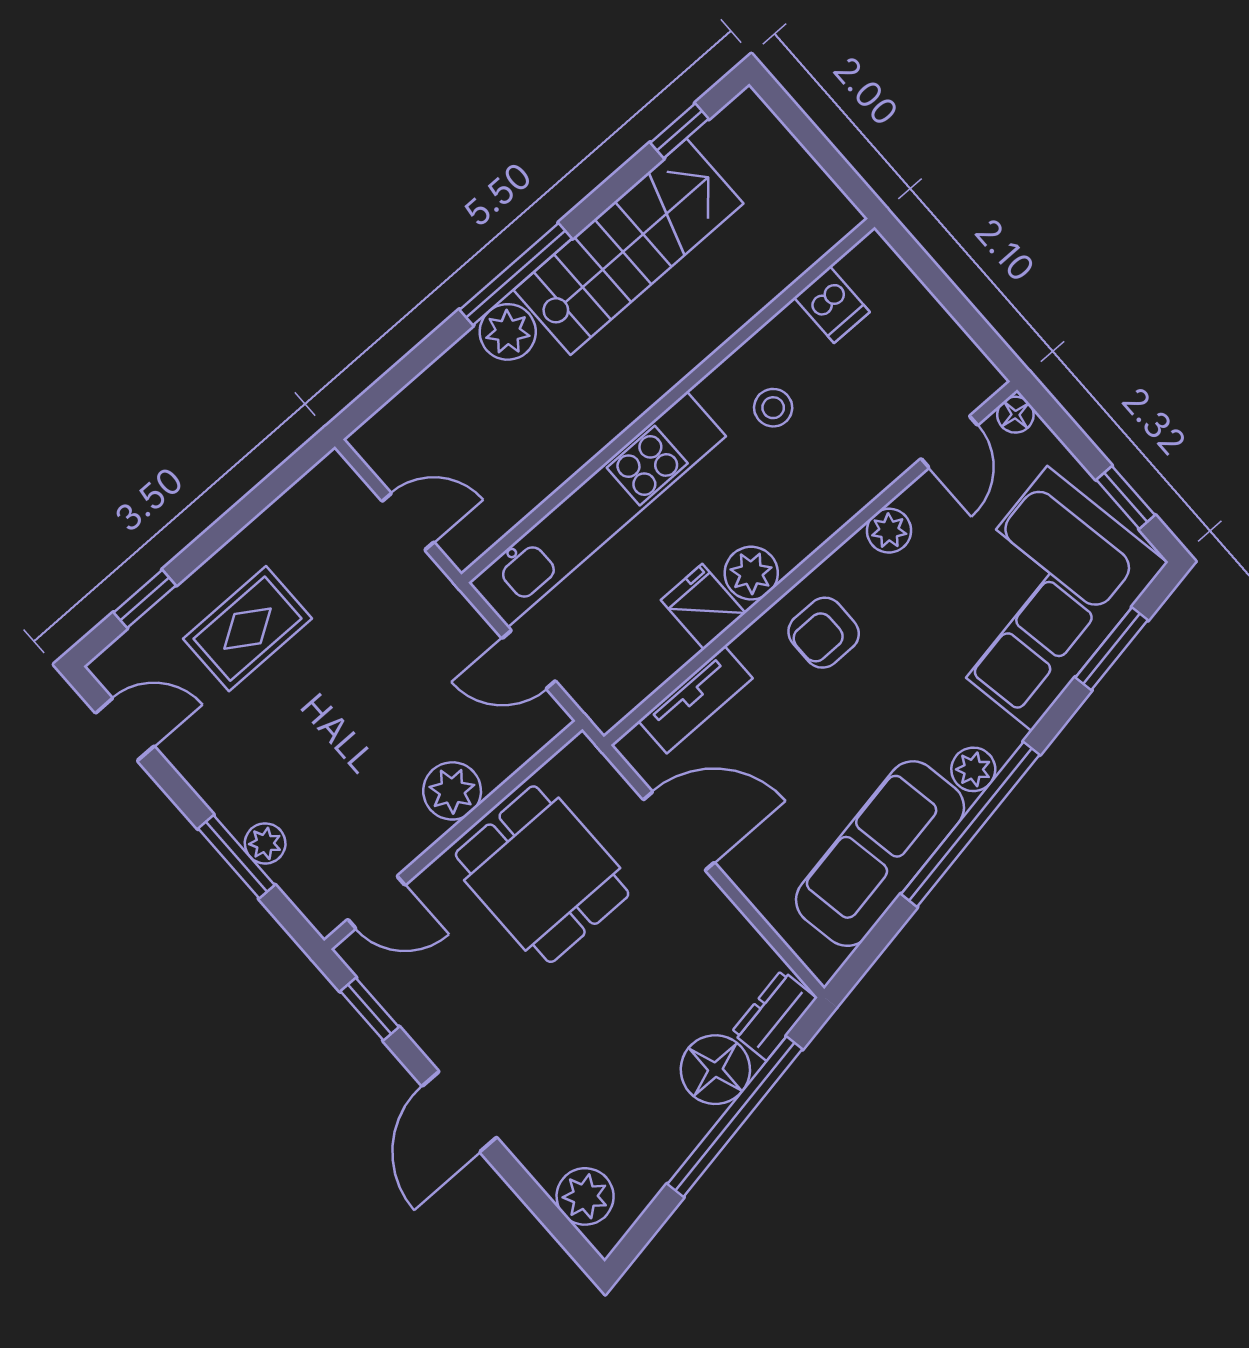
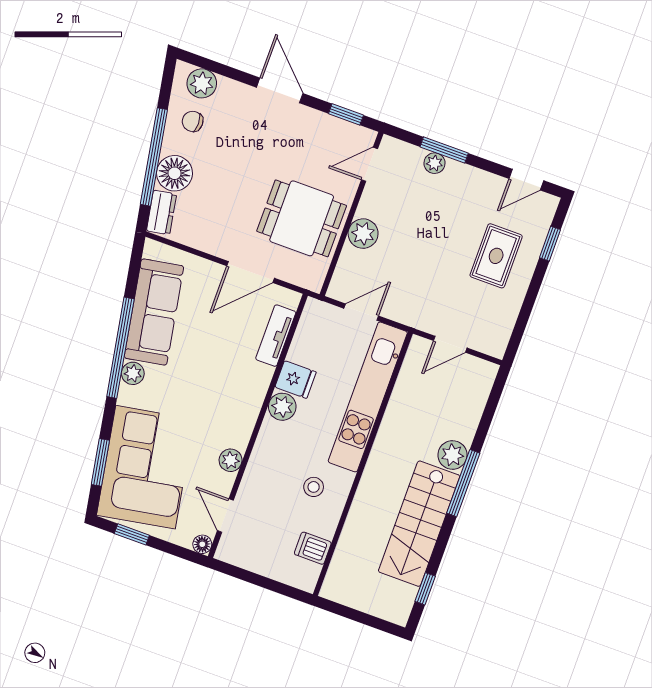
armchair: (824, 633) -> (235, 398), removed
chair: (636, 1141) -> (193, 121), added

